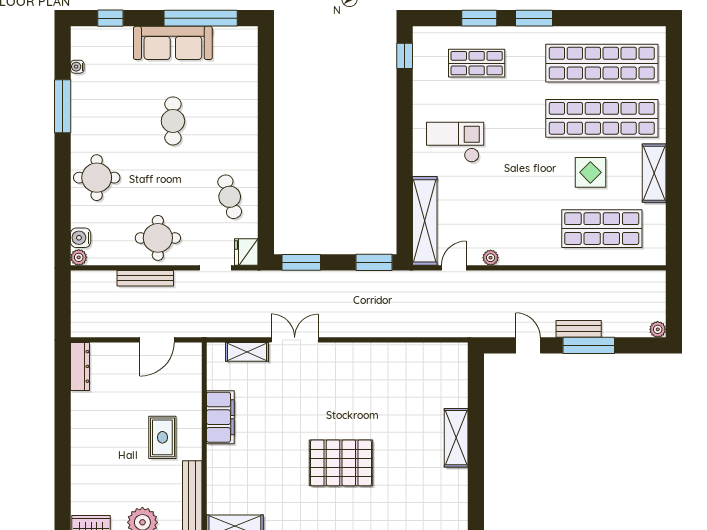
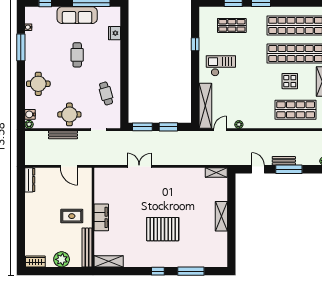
window: (405, 56) -> (195, 44), moved
fridge: (246, 252) -> (114, 33), moved
window: (374, 262) -> (168, 127), moved
door: (157, 340) -> (69, 166), hinge flipped
shelving: (247, 352) -> (216, 173), moved
filing cabinet: (220, 417) -> (101, 217), moved
rug: (162, 437) -> (72, 216), turned 90

